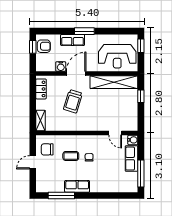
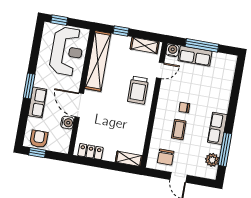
trolley: (73, 101) -> (138, 90), moved, turned 73
shelving: (133, 117) -> (145, 45), added
window: (141, 173) -> (202, 45), moved
plant: (51, 187) -> (212, 160), added

